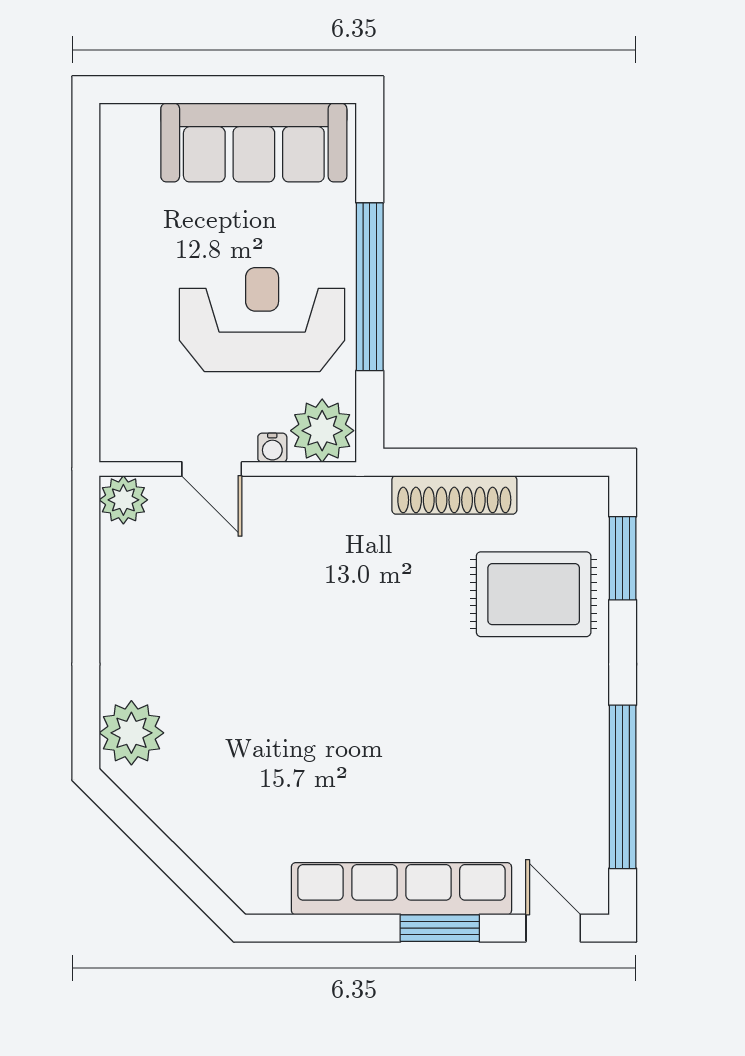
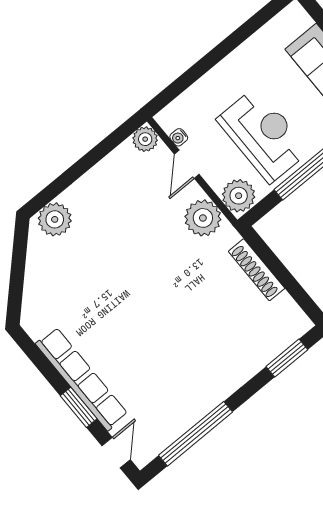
water cooler: (272, 448) -> (179, 137), moved
plant: (311, 511) -> (203, 218), added
rug: (534, 594) -> (243, 334), removed

